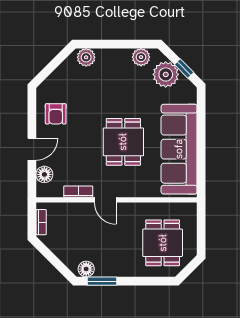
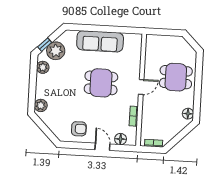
window: (184, 69) -> (45, 45), moved
sofa: (179, 149) -> (100, 41), width x0.74, depth x0.79
door: (105, 200) -> (141, 87), moved
dining table: (163, 243) -> (176, 77), moved
window: (102, 281) -> (197, 103), removed

